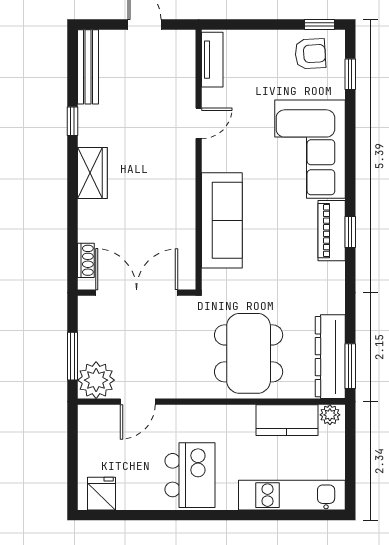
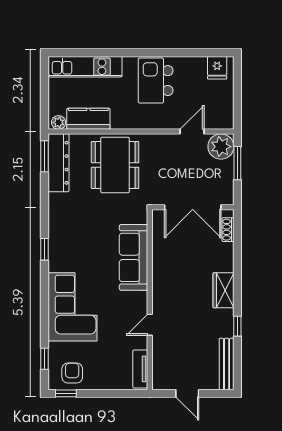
armchair: (310, 54) -> (72, 373), turned 93
piano: (332, 231) -> (57, 250), removed

